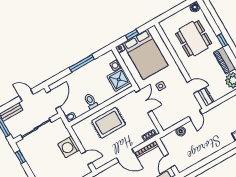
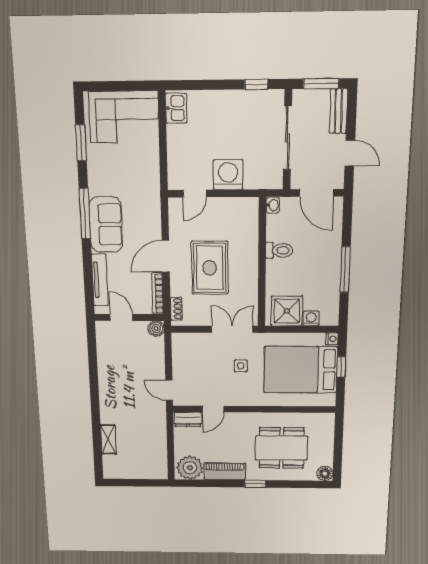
door: (26, 95) -> (350, 153), hinge flipped
double door: (144, 101) -> (232, 329), swing flipped
rug: (109, 123) -> (210, 268), moved
boiler: (181, 131) -> (156, 329), moved

